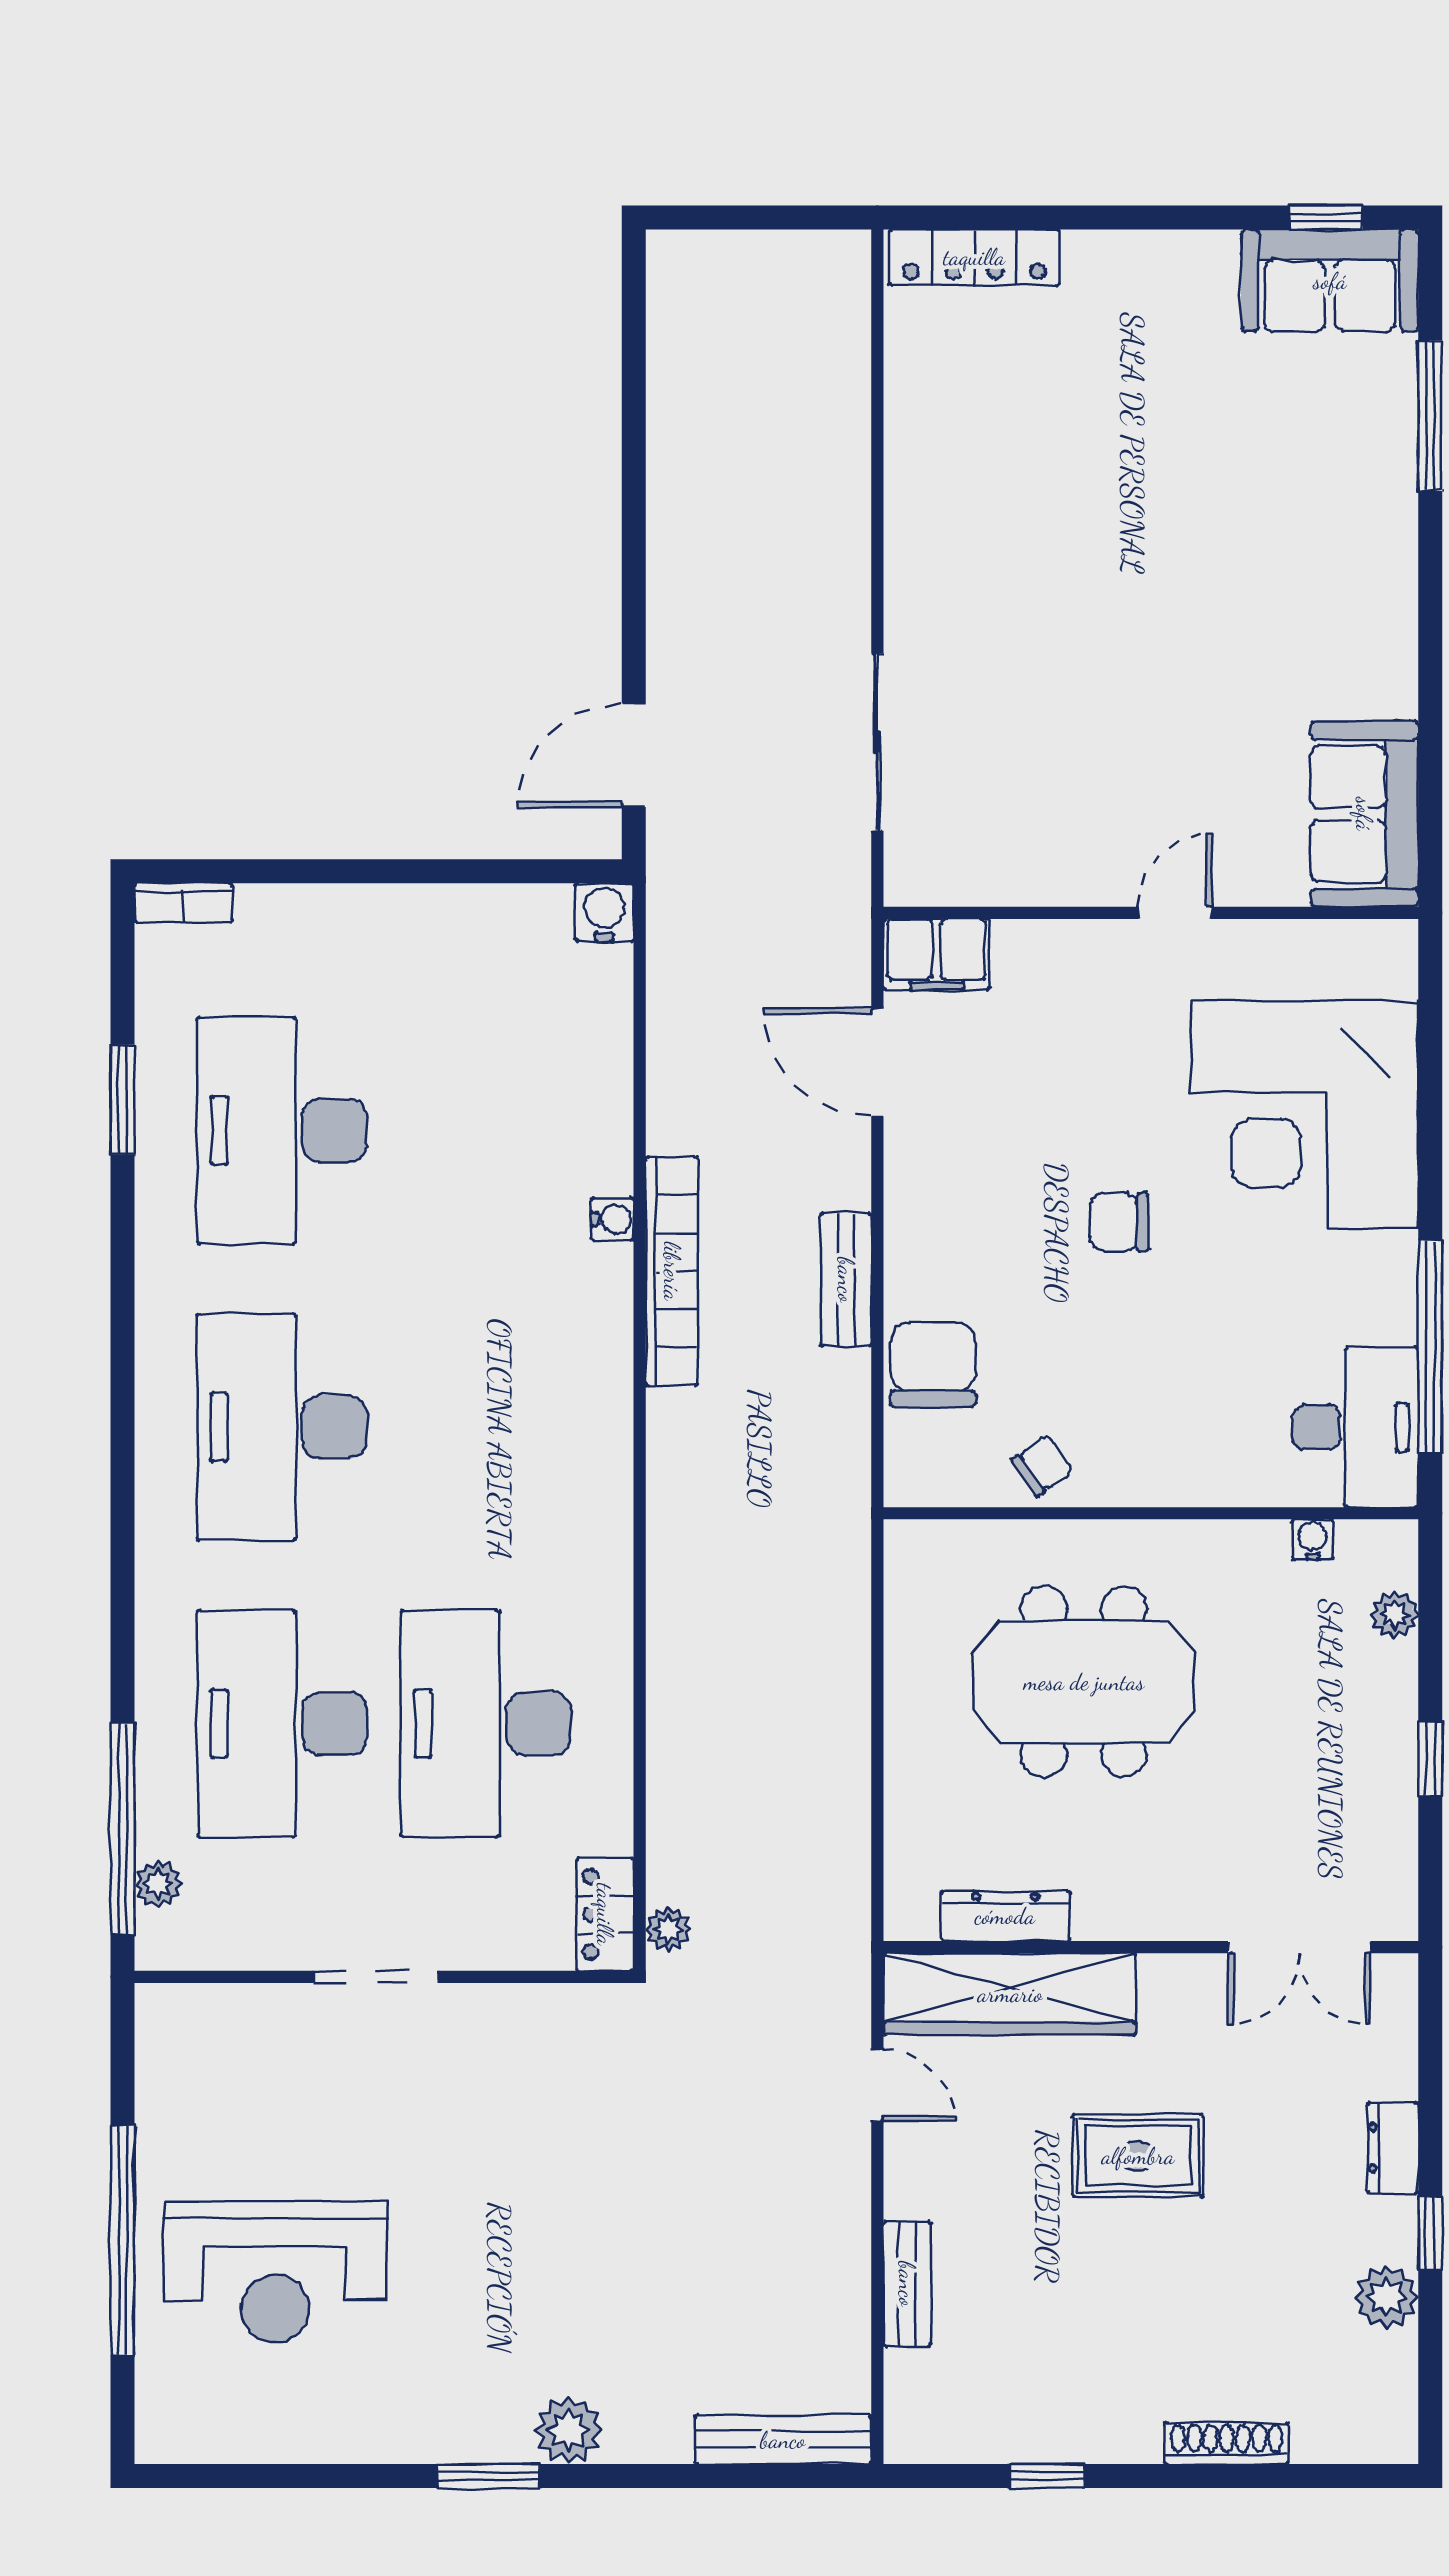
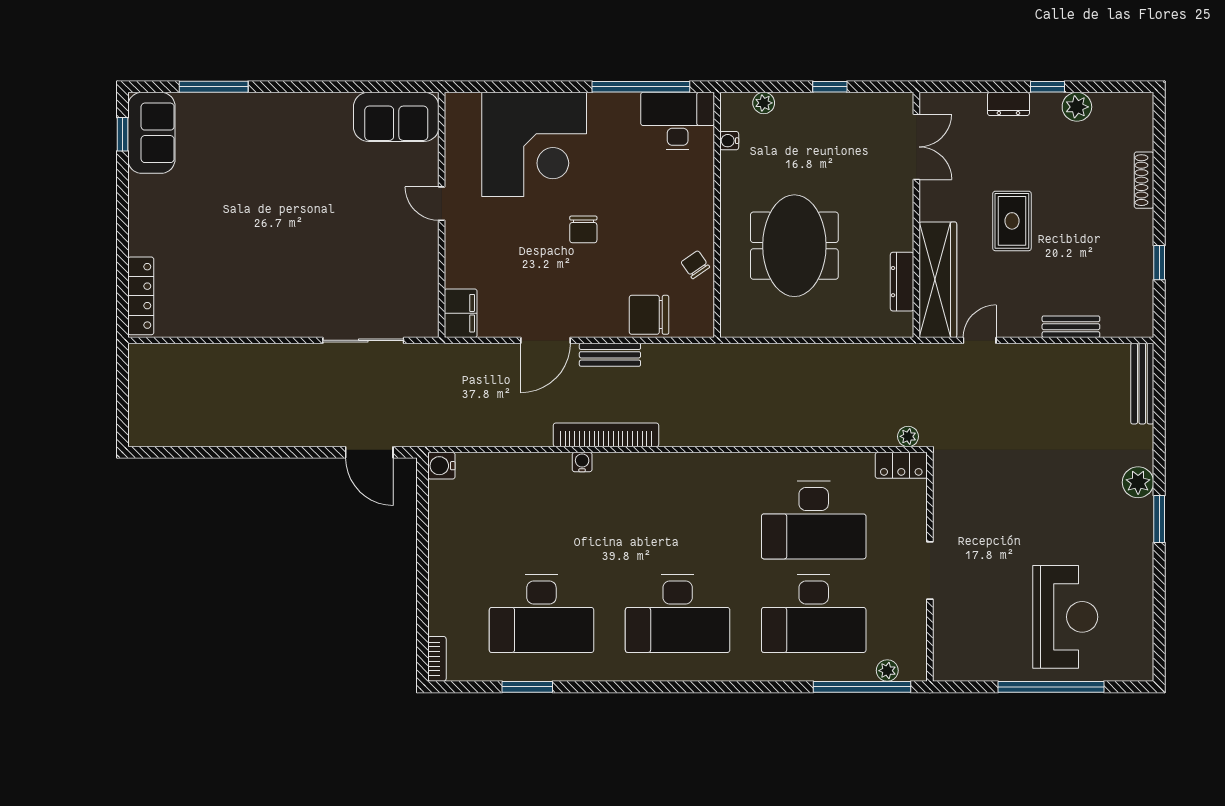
door: (877, 1062) -> (545, 340), moved

